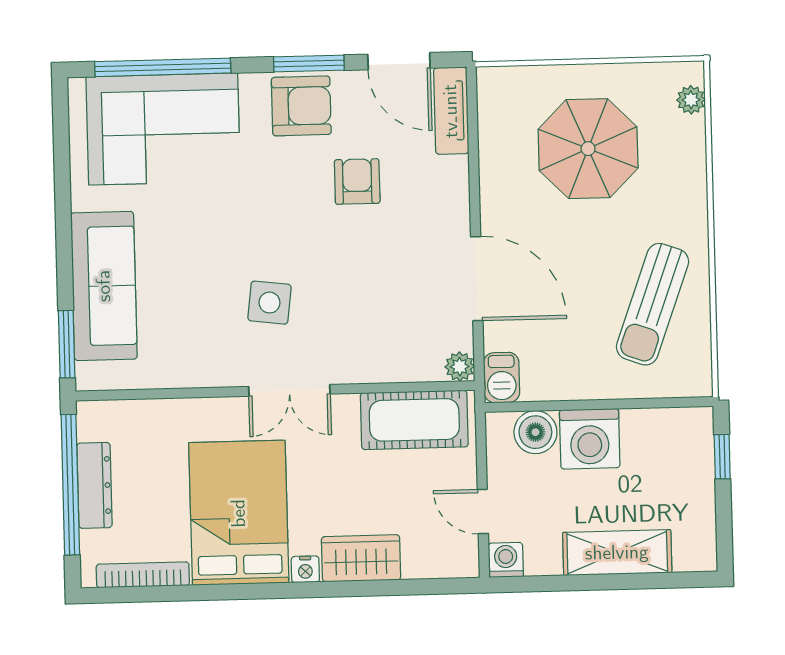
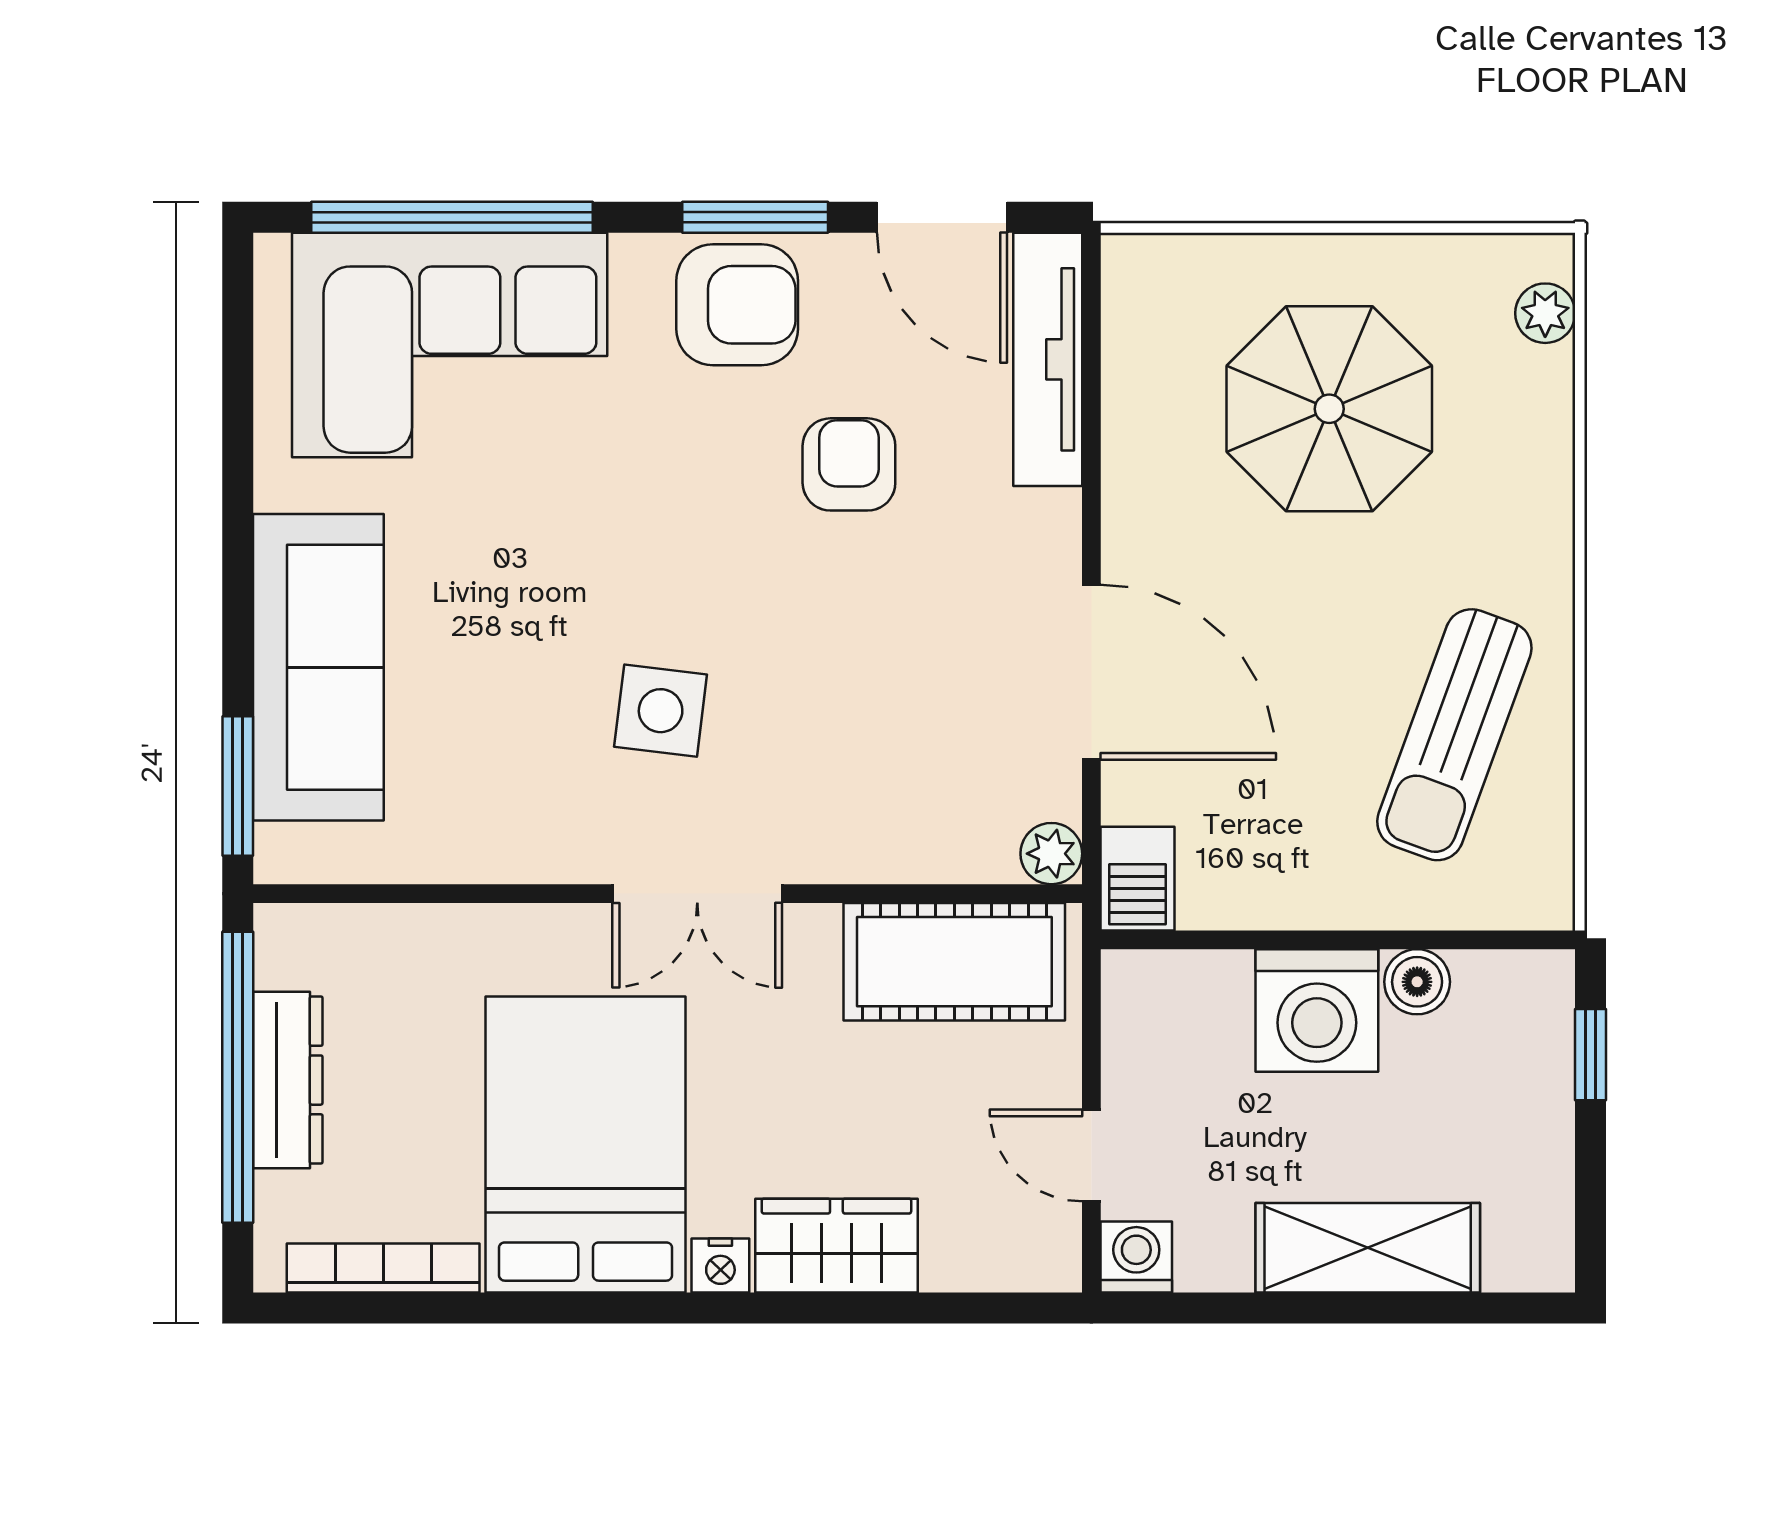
tv unit: (451, 111) -> (1048, 359), width x1.41
boiler: (535, 432) -> (1417, 982), moved, width x0.73, depth x0.73

